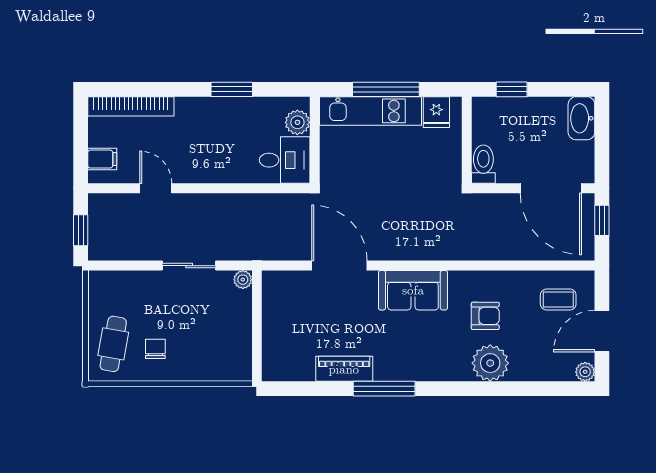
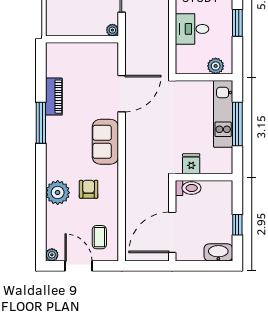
window: (512, 89) -> (237, 225), moved
fridge: (436, 112) -> (191, 164), moved, turned 90
desk: (285, 160) -> (192, 29), moved, turned 90
window: (602, 220) -> (151, 266), removed
armchair: (485, 316) -> (89, 189), turned 180

